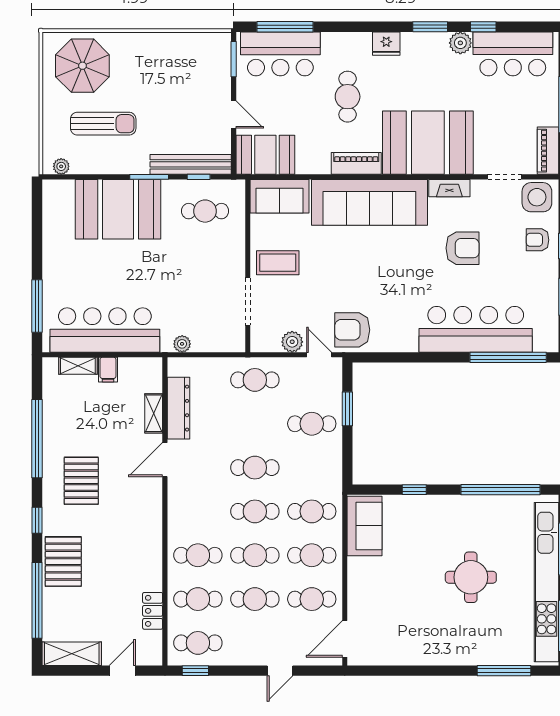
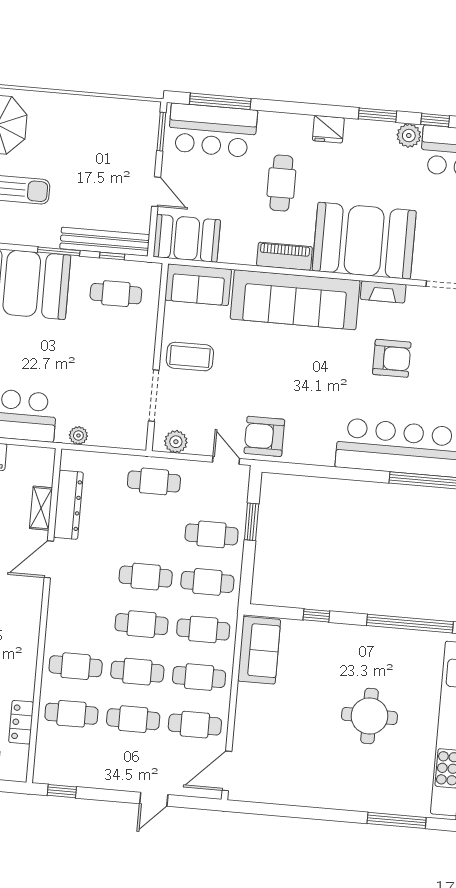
plant: (292, 342) -> (176, 442), moved
cafe table: (198, 643) -> (207, 582), moved

